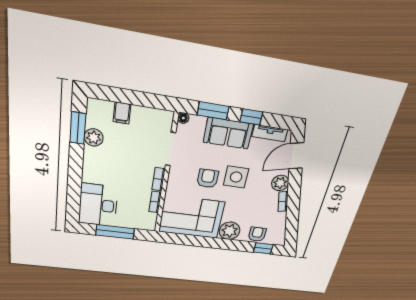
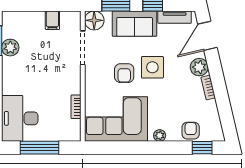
filing cabinet: (122, 113) -> (52, 20), moved
floor lamp: (183, 118) -> (94, 20), width x1.89, depth x1.89
armchair: (208, 178) -> (124, 73), turned 180
bookcase: (159, 179) -> (76, 81), removed
plant: (230, 231) -> (160, 136), width x0.53, depth x0.53

